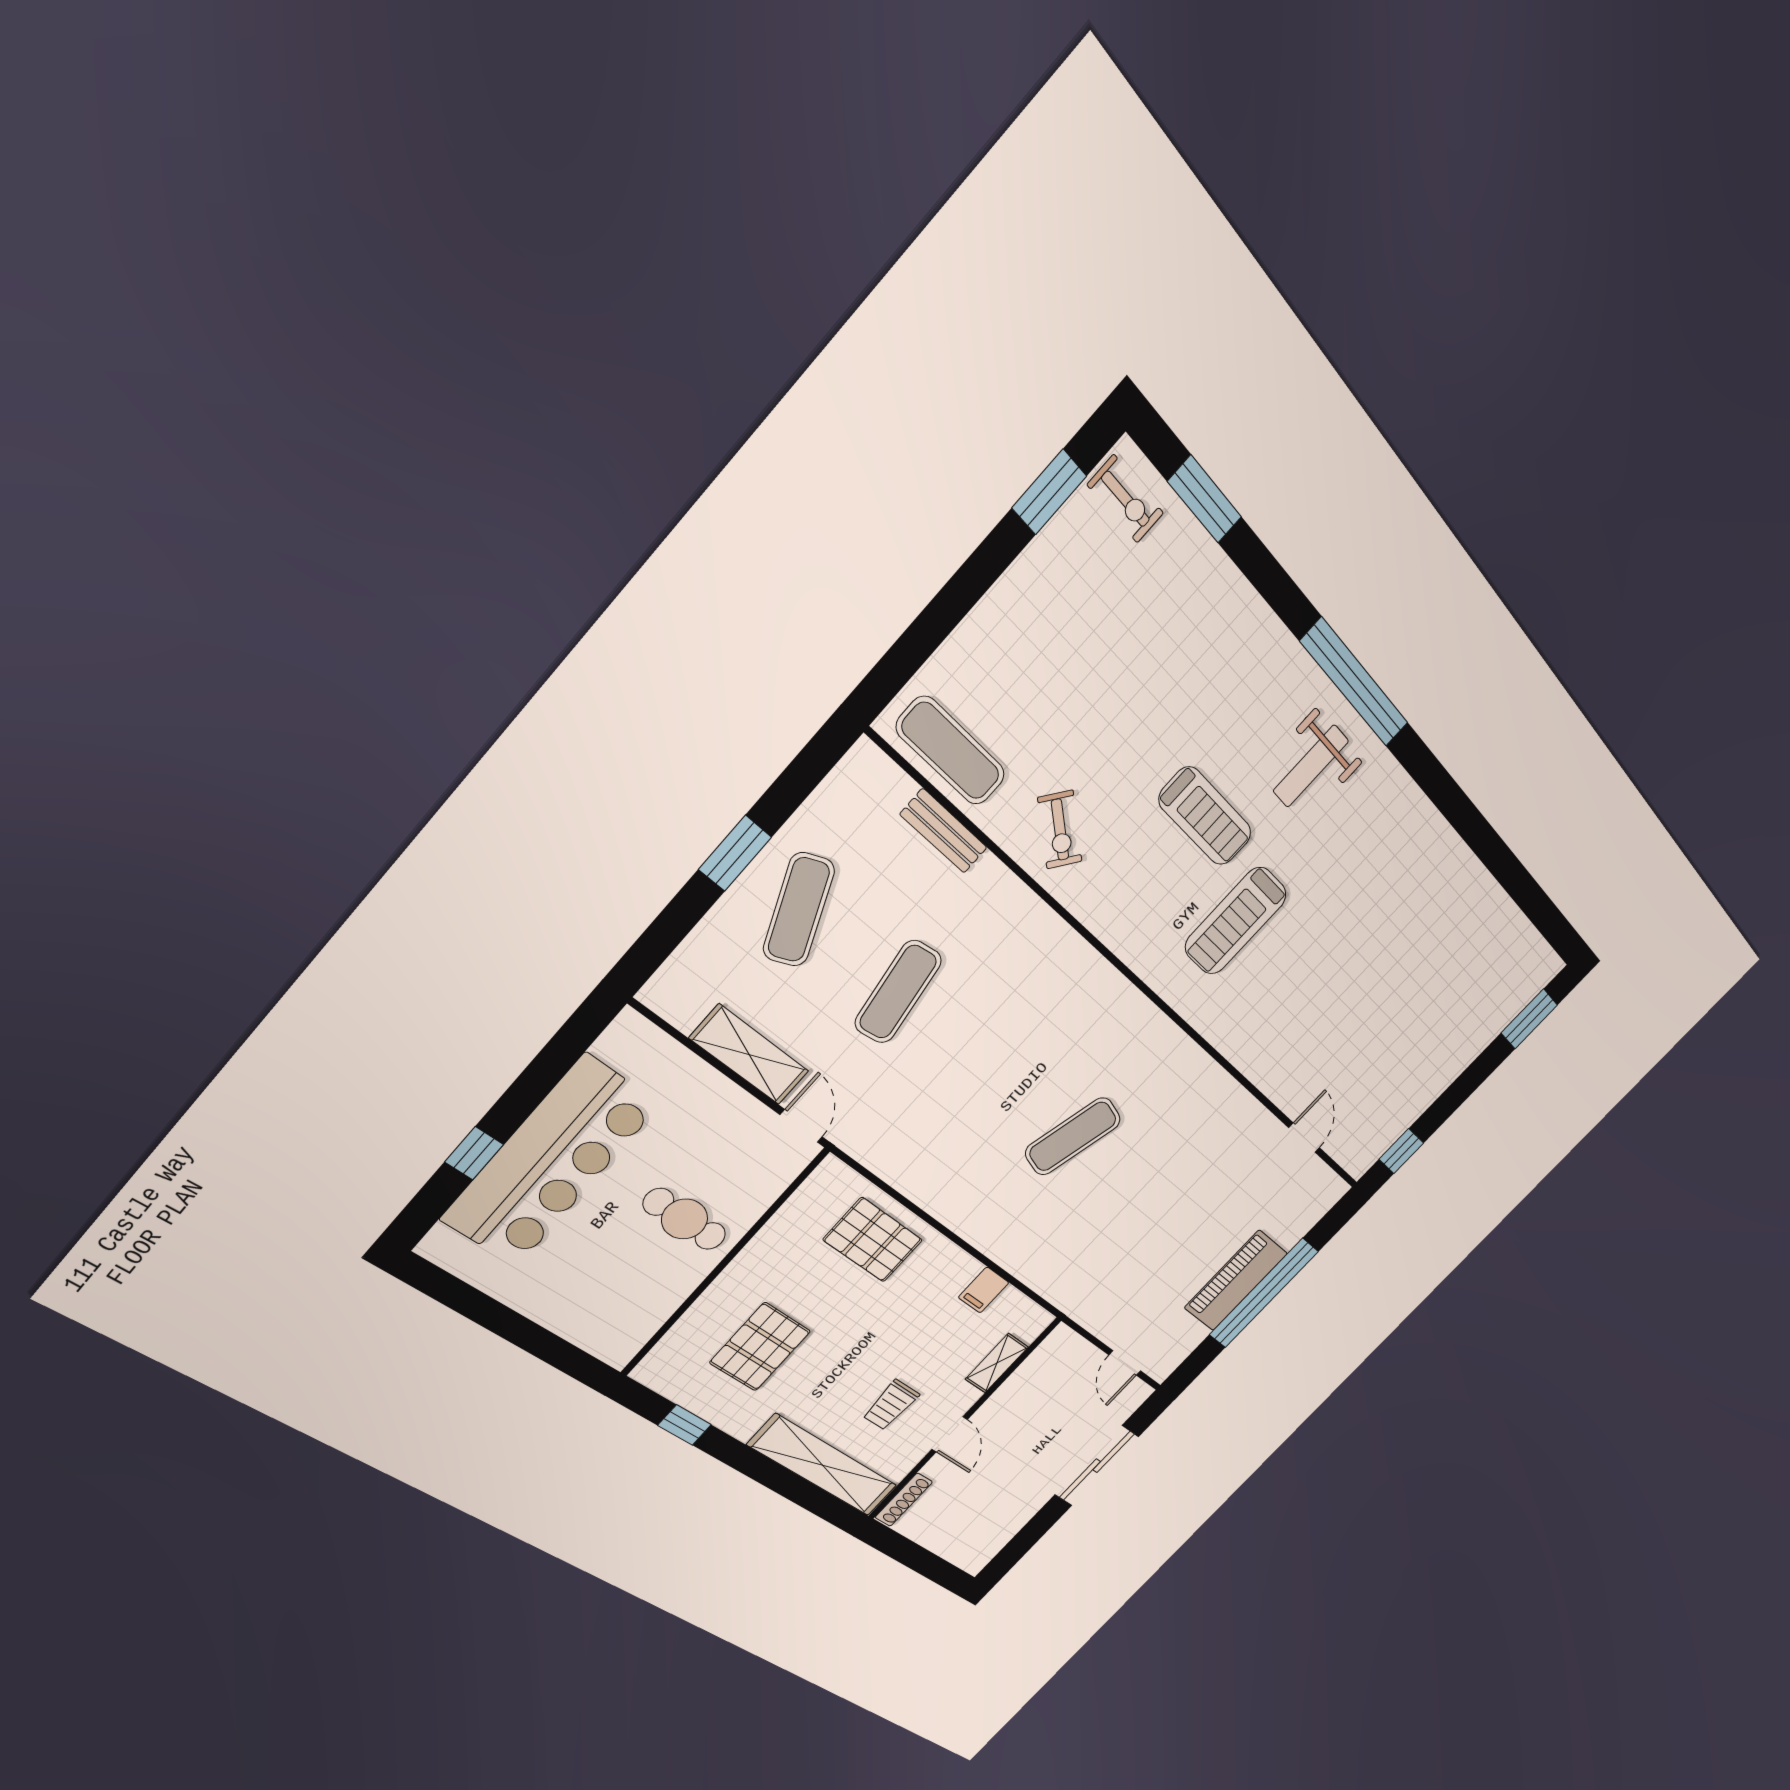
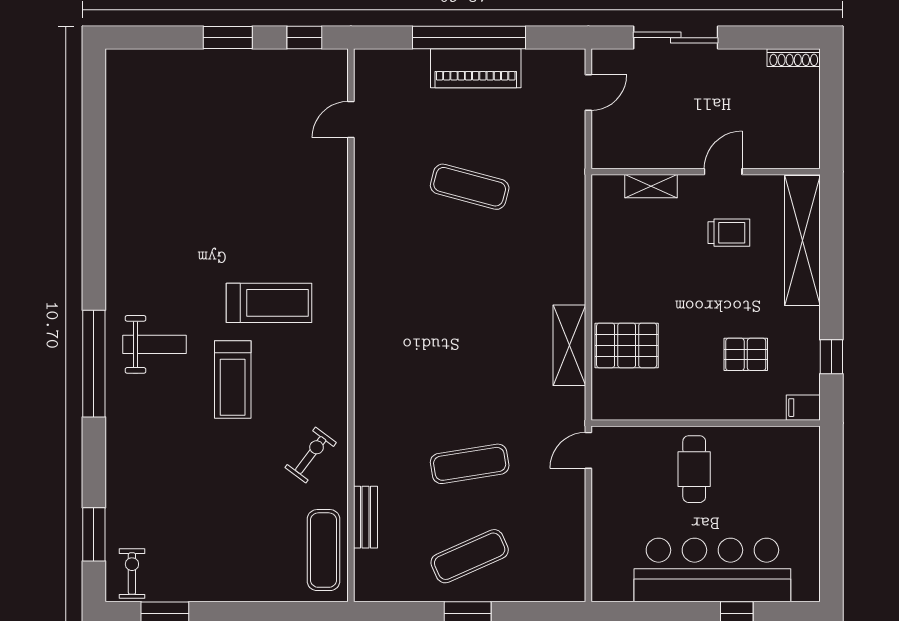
treadmill: (1205, 816) -> (233, 379), turned 180
window: (1529, 1019) -> (228, 38), moved
shelving: (749, 1055) -> (569, 345), moved
exercise mat: (1073, 1136) -> (470, 187), moved
pallet: (873, 1240) -> (627, 345), turned 90
filing cabinet: (984, 1290) -> (803, 408), moved, turned 180
pallet: (760, 1347) -> (746, 354), width x0.67, depth x0.71
shoe rack: (904, 1500) -> (794, 58), moved, turned 180

